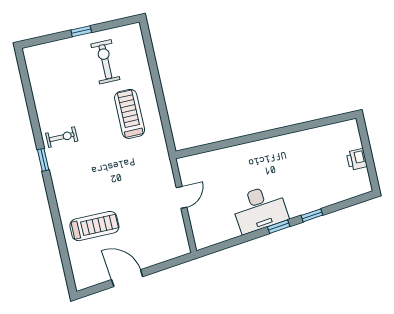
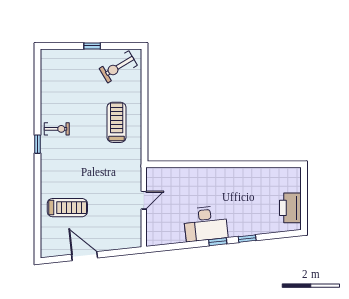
exercise bike: (105, 62) -> (118, 67), moved, turned -121
printer: (357, 159) -> (290, 208), width x1.87, depth x1.48

